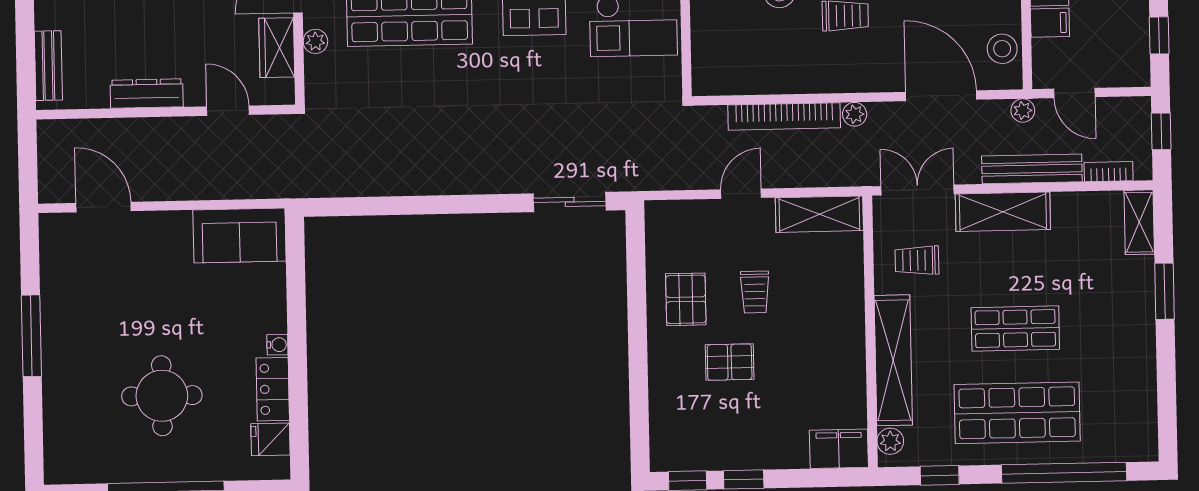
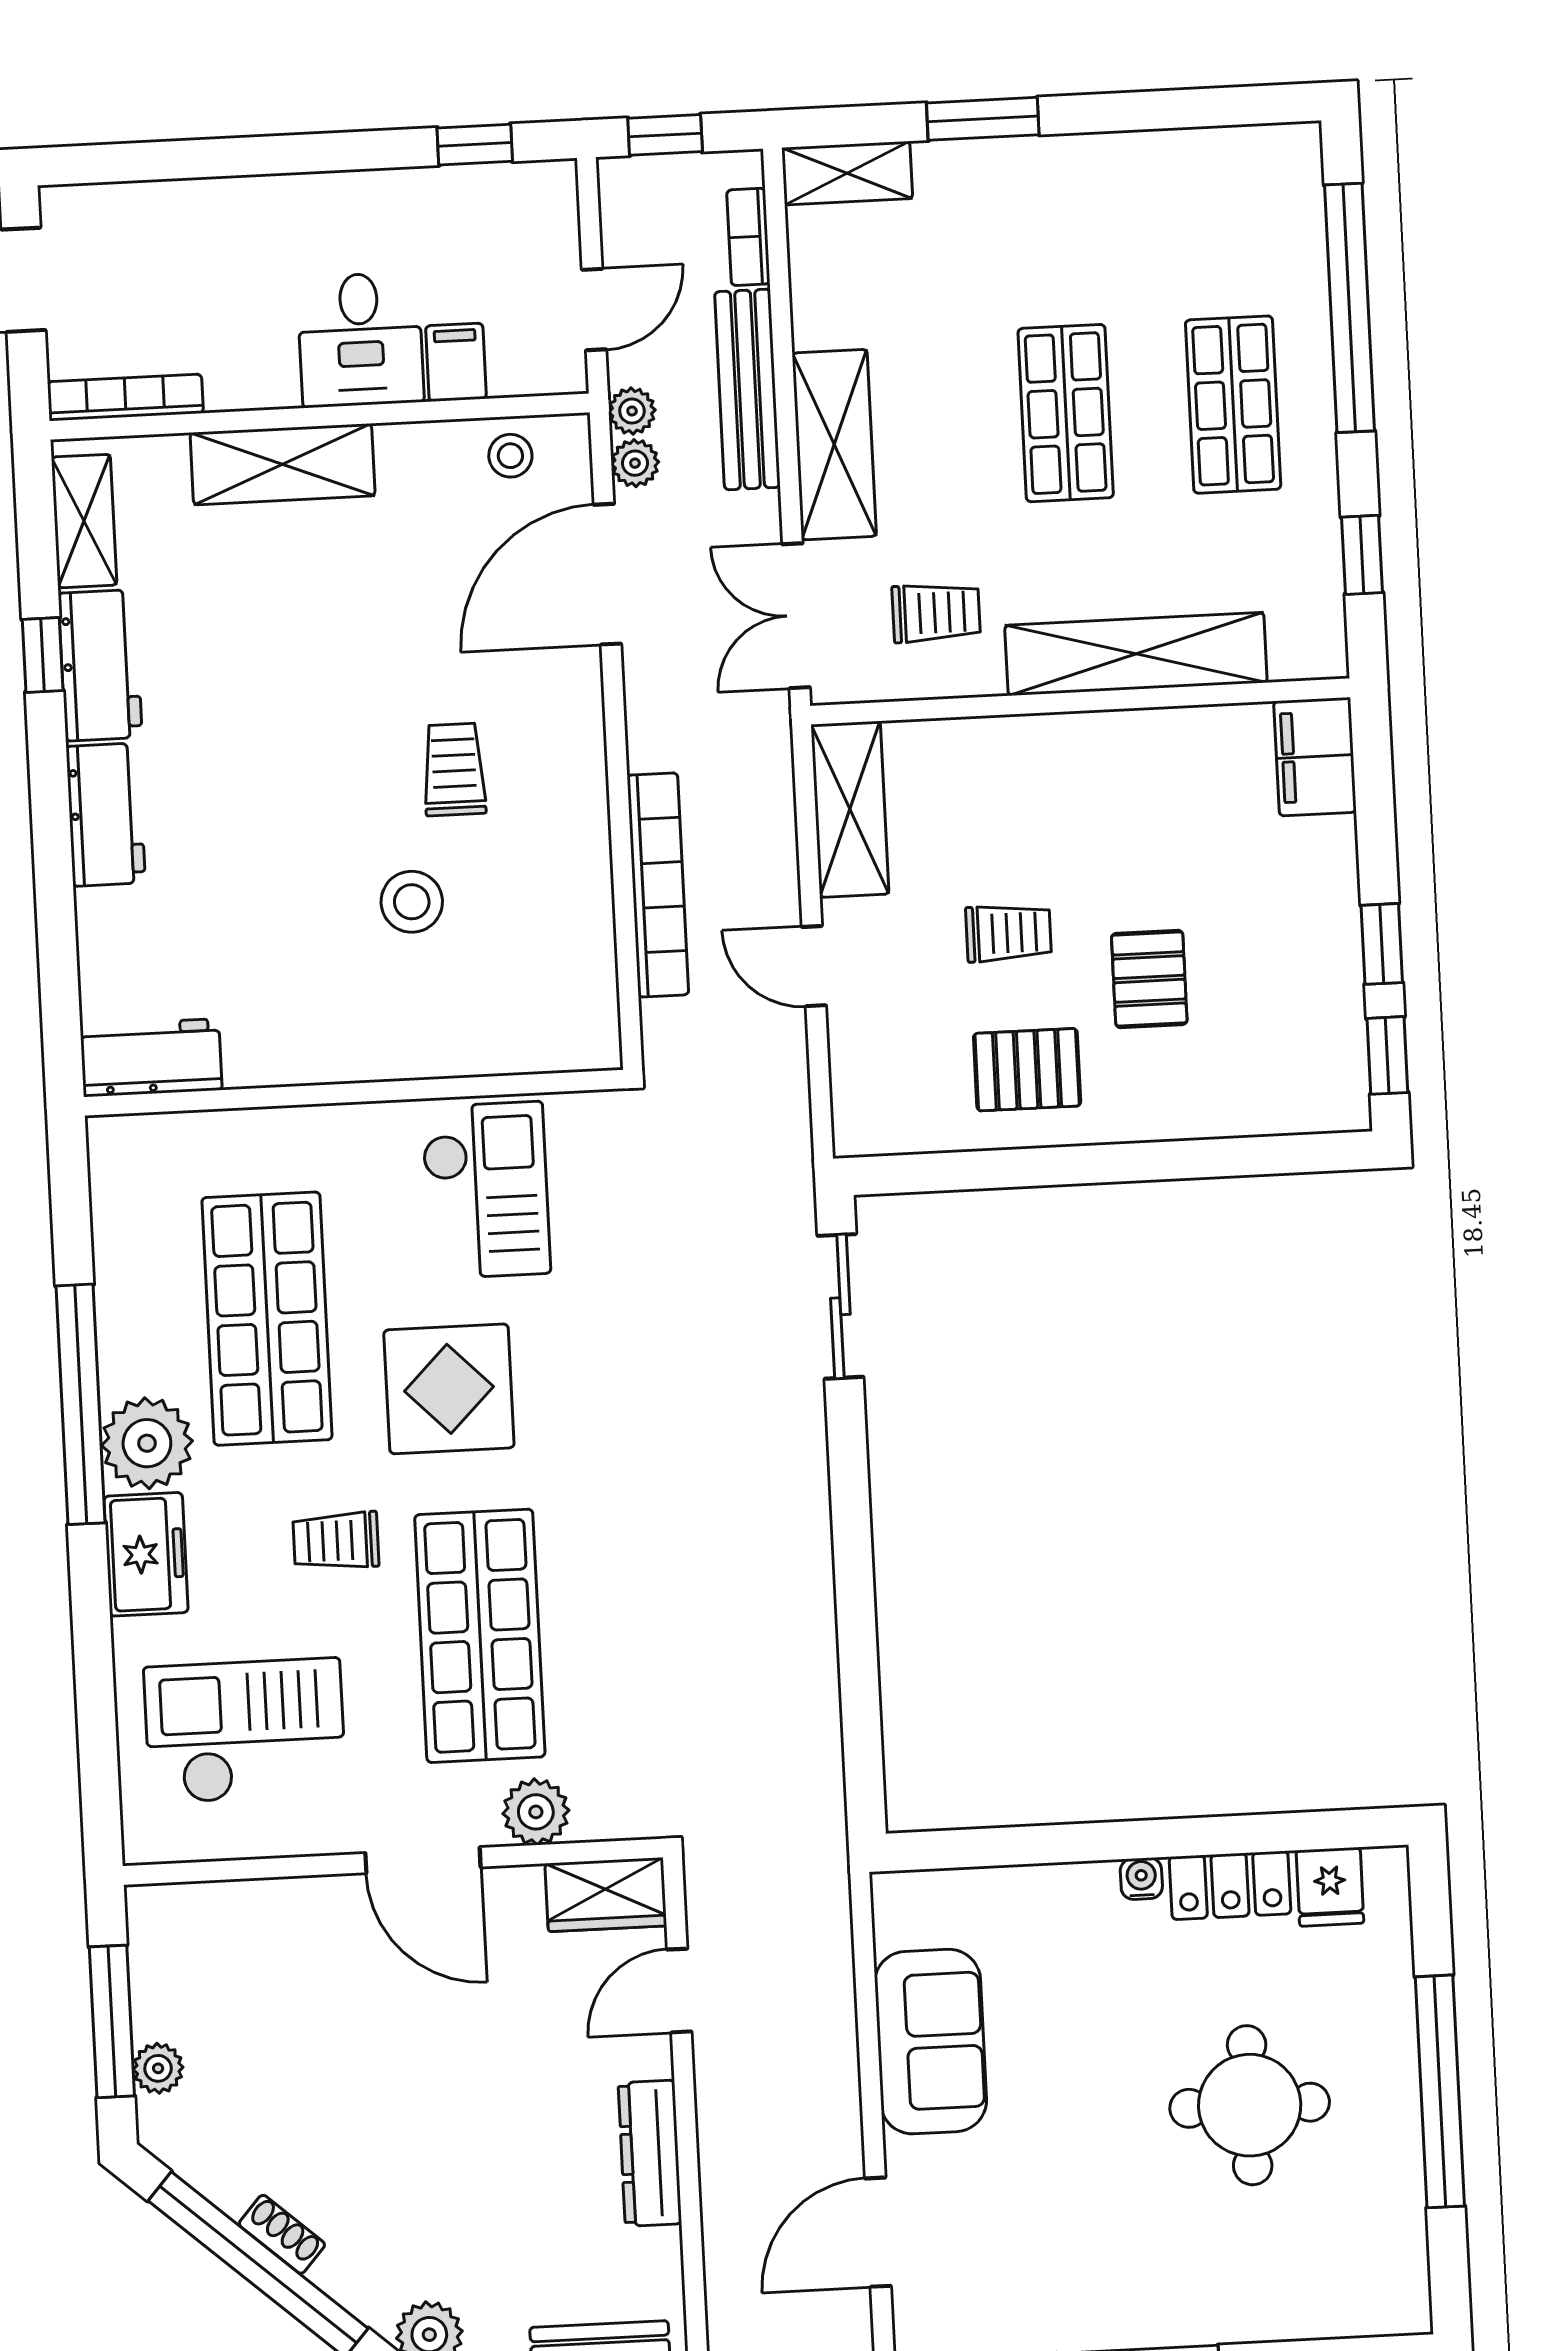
plant: (315, 41) -> (536, 1812), width x1.38, depth x1.38
wardrobe: (277, 48) -> (606, 1895), moved
stool: (1002, 49) -> (510, 456), width x0.73, depth x0.73
plant: (855, 114) -> (635, 463), moved
sofa: (239, 235) -> (931, 2042), moved
trolley: (917, 260) -> (936, 613), turned -90
shop shelf: (1017, 413) -> (1233, 405), width x0.70, depth x0.74
plant: (890, 441) -> (1297, 655), removed

